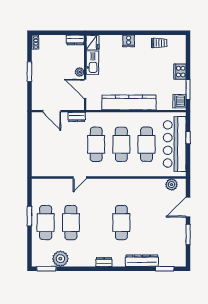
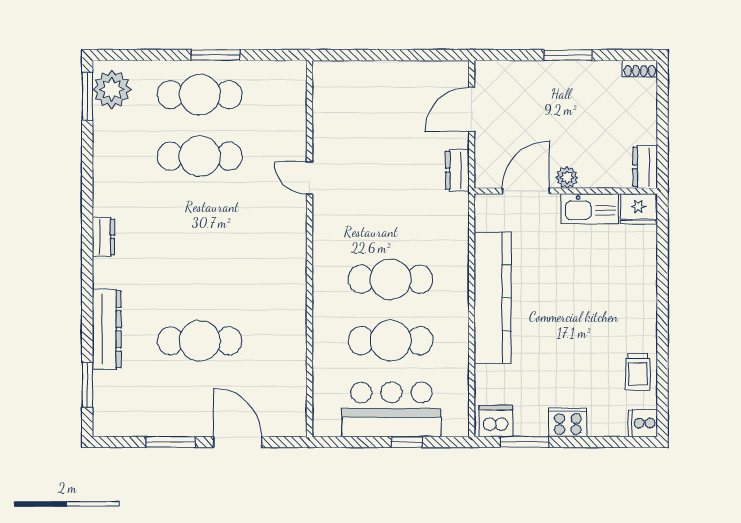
cooker: (129, 41) -> (643, 423), moved
cafe table: (96, 144) -> (391, 218), removed
bar counter: (175, 144) -> (391, 409), width x0.73
plant: (171, 185) -> (293, 402), removed
cafe table: (121, 223) -> (200, 341), moved
plant: (60, 259) -> (112, 89), moved

